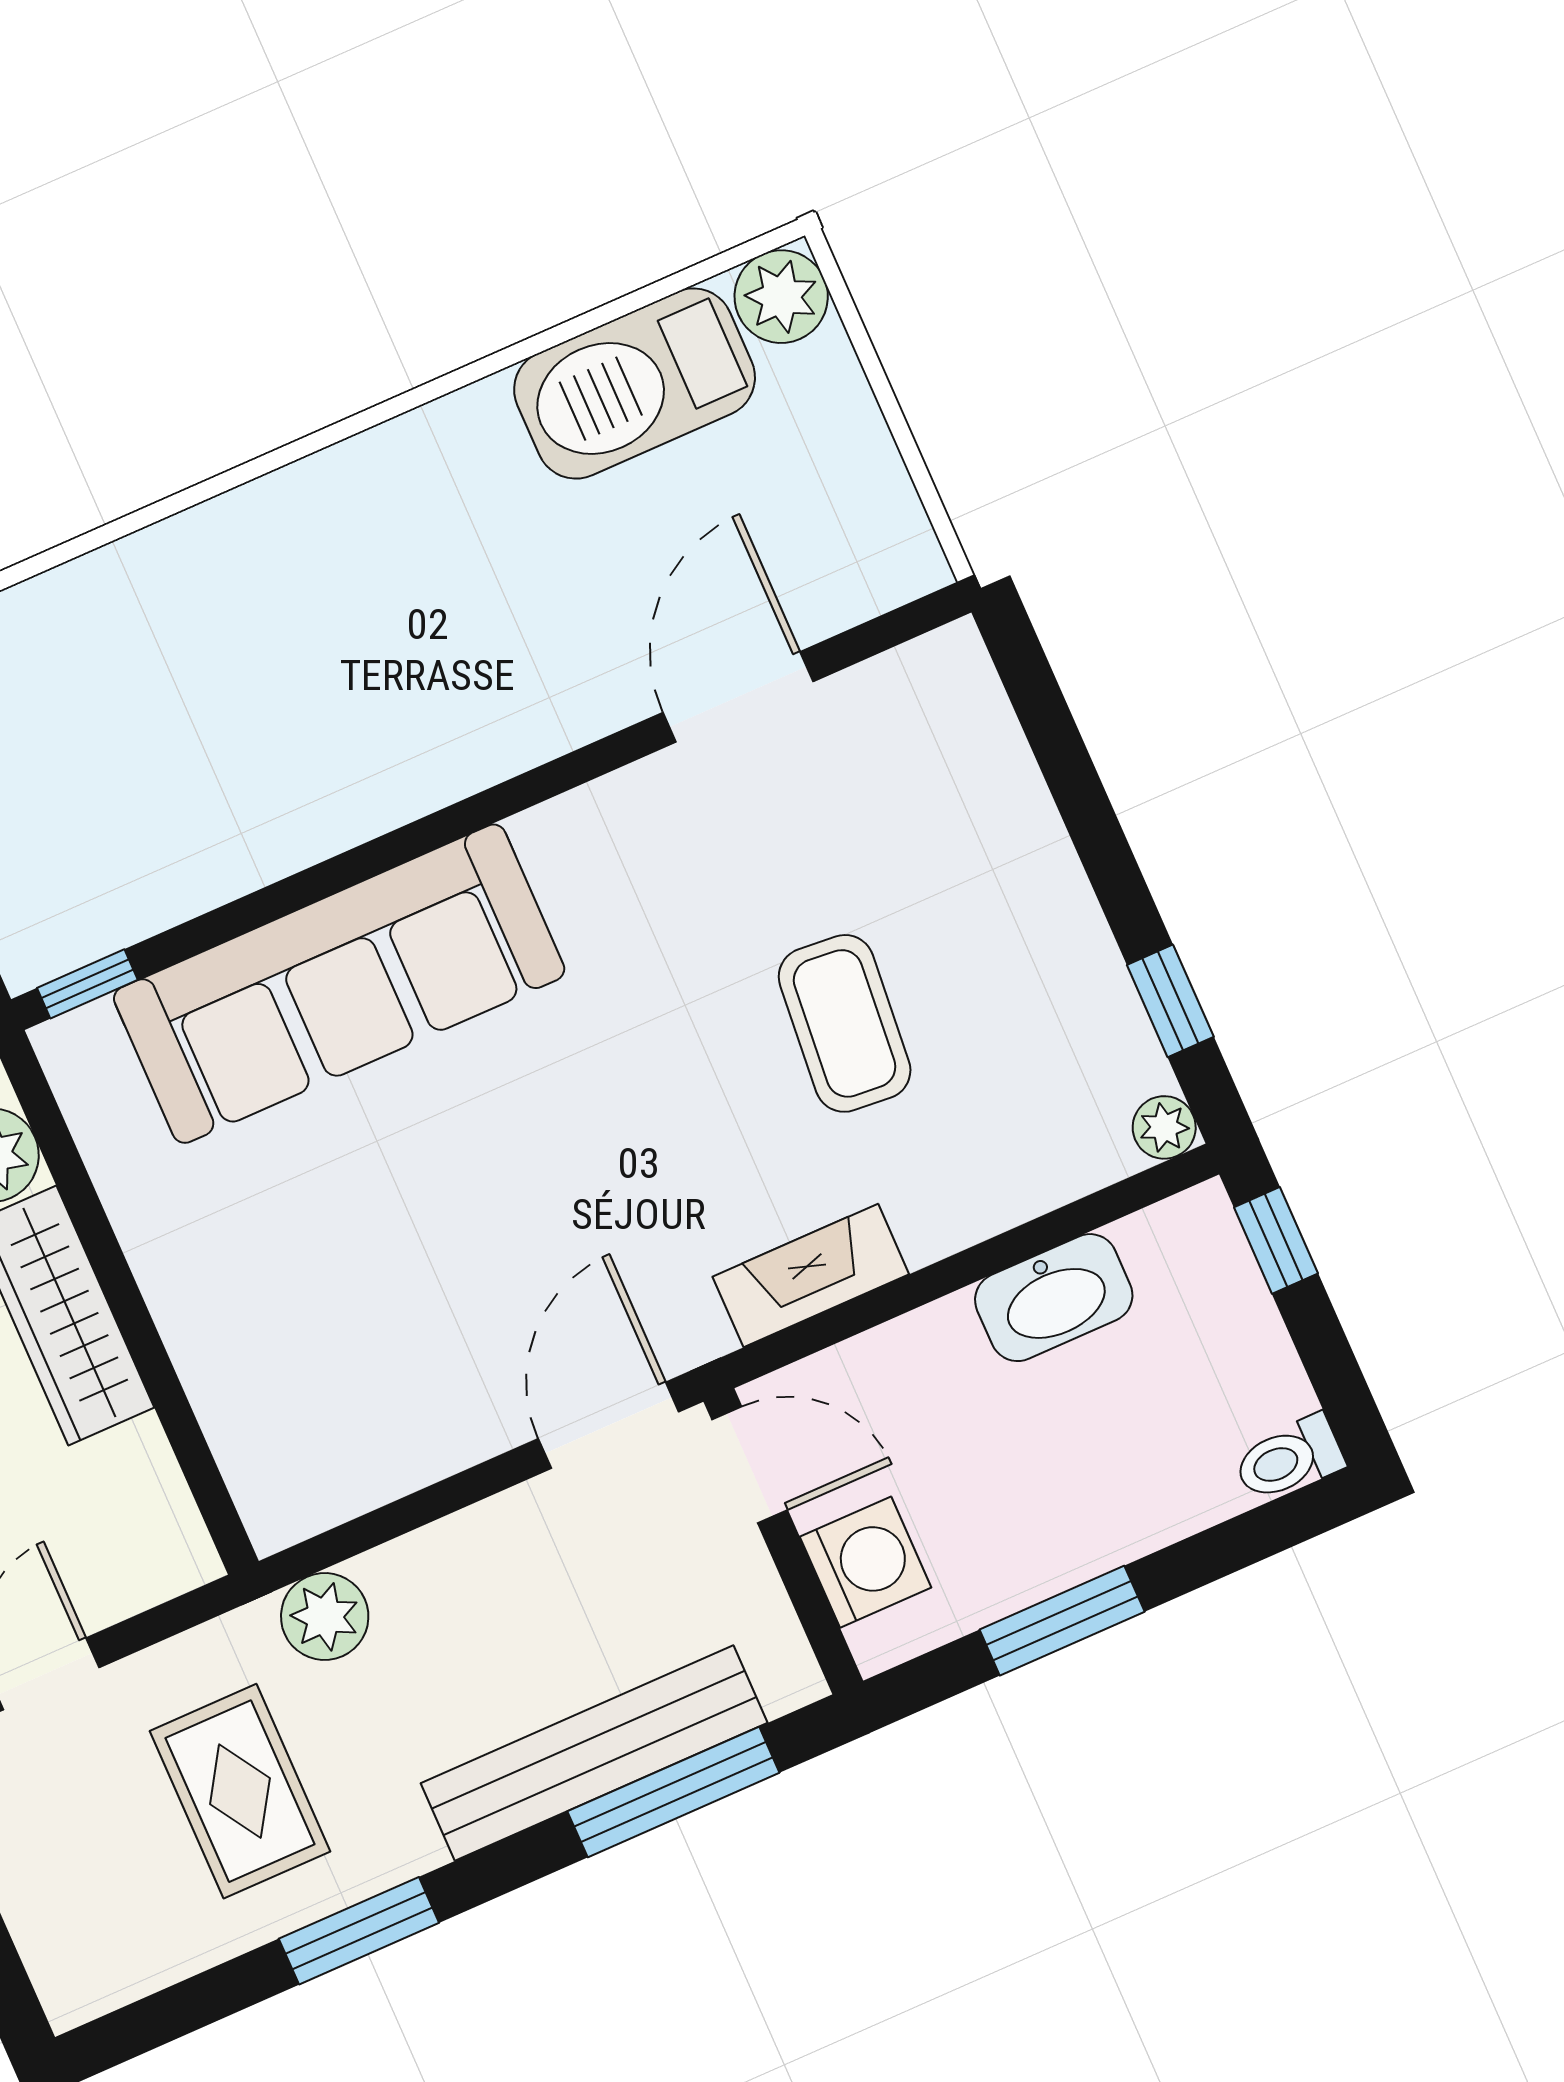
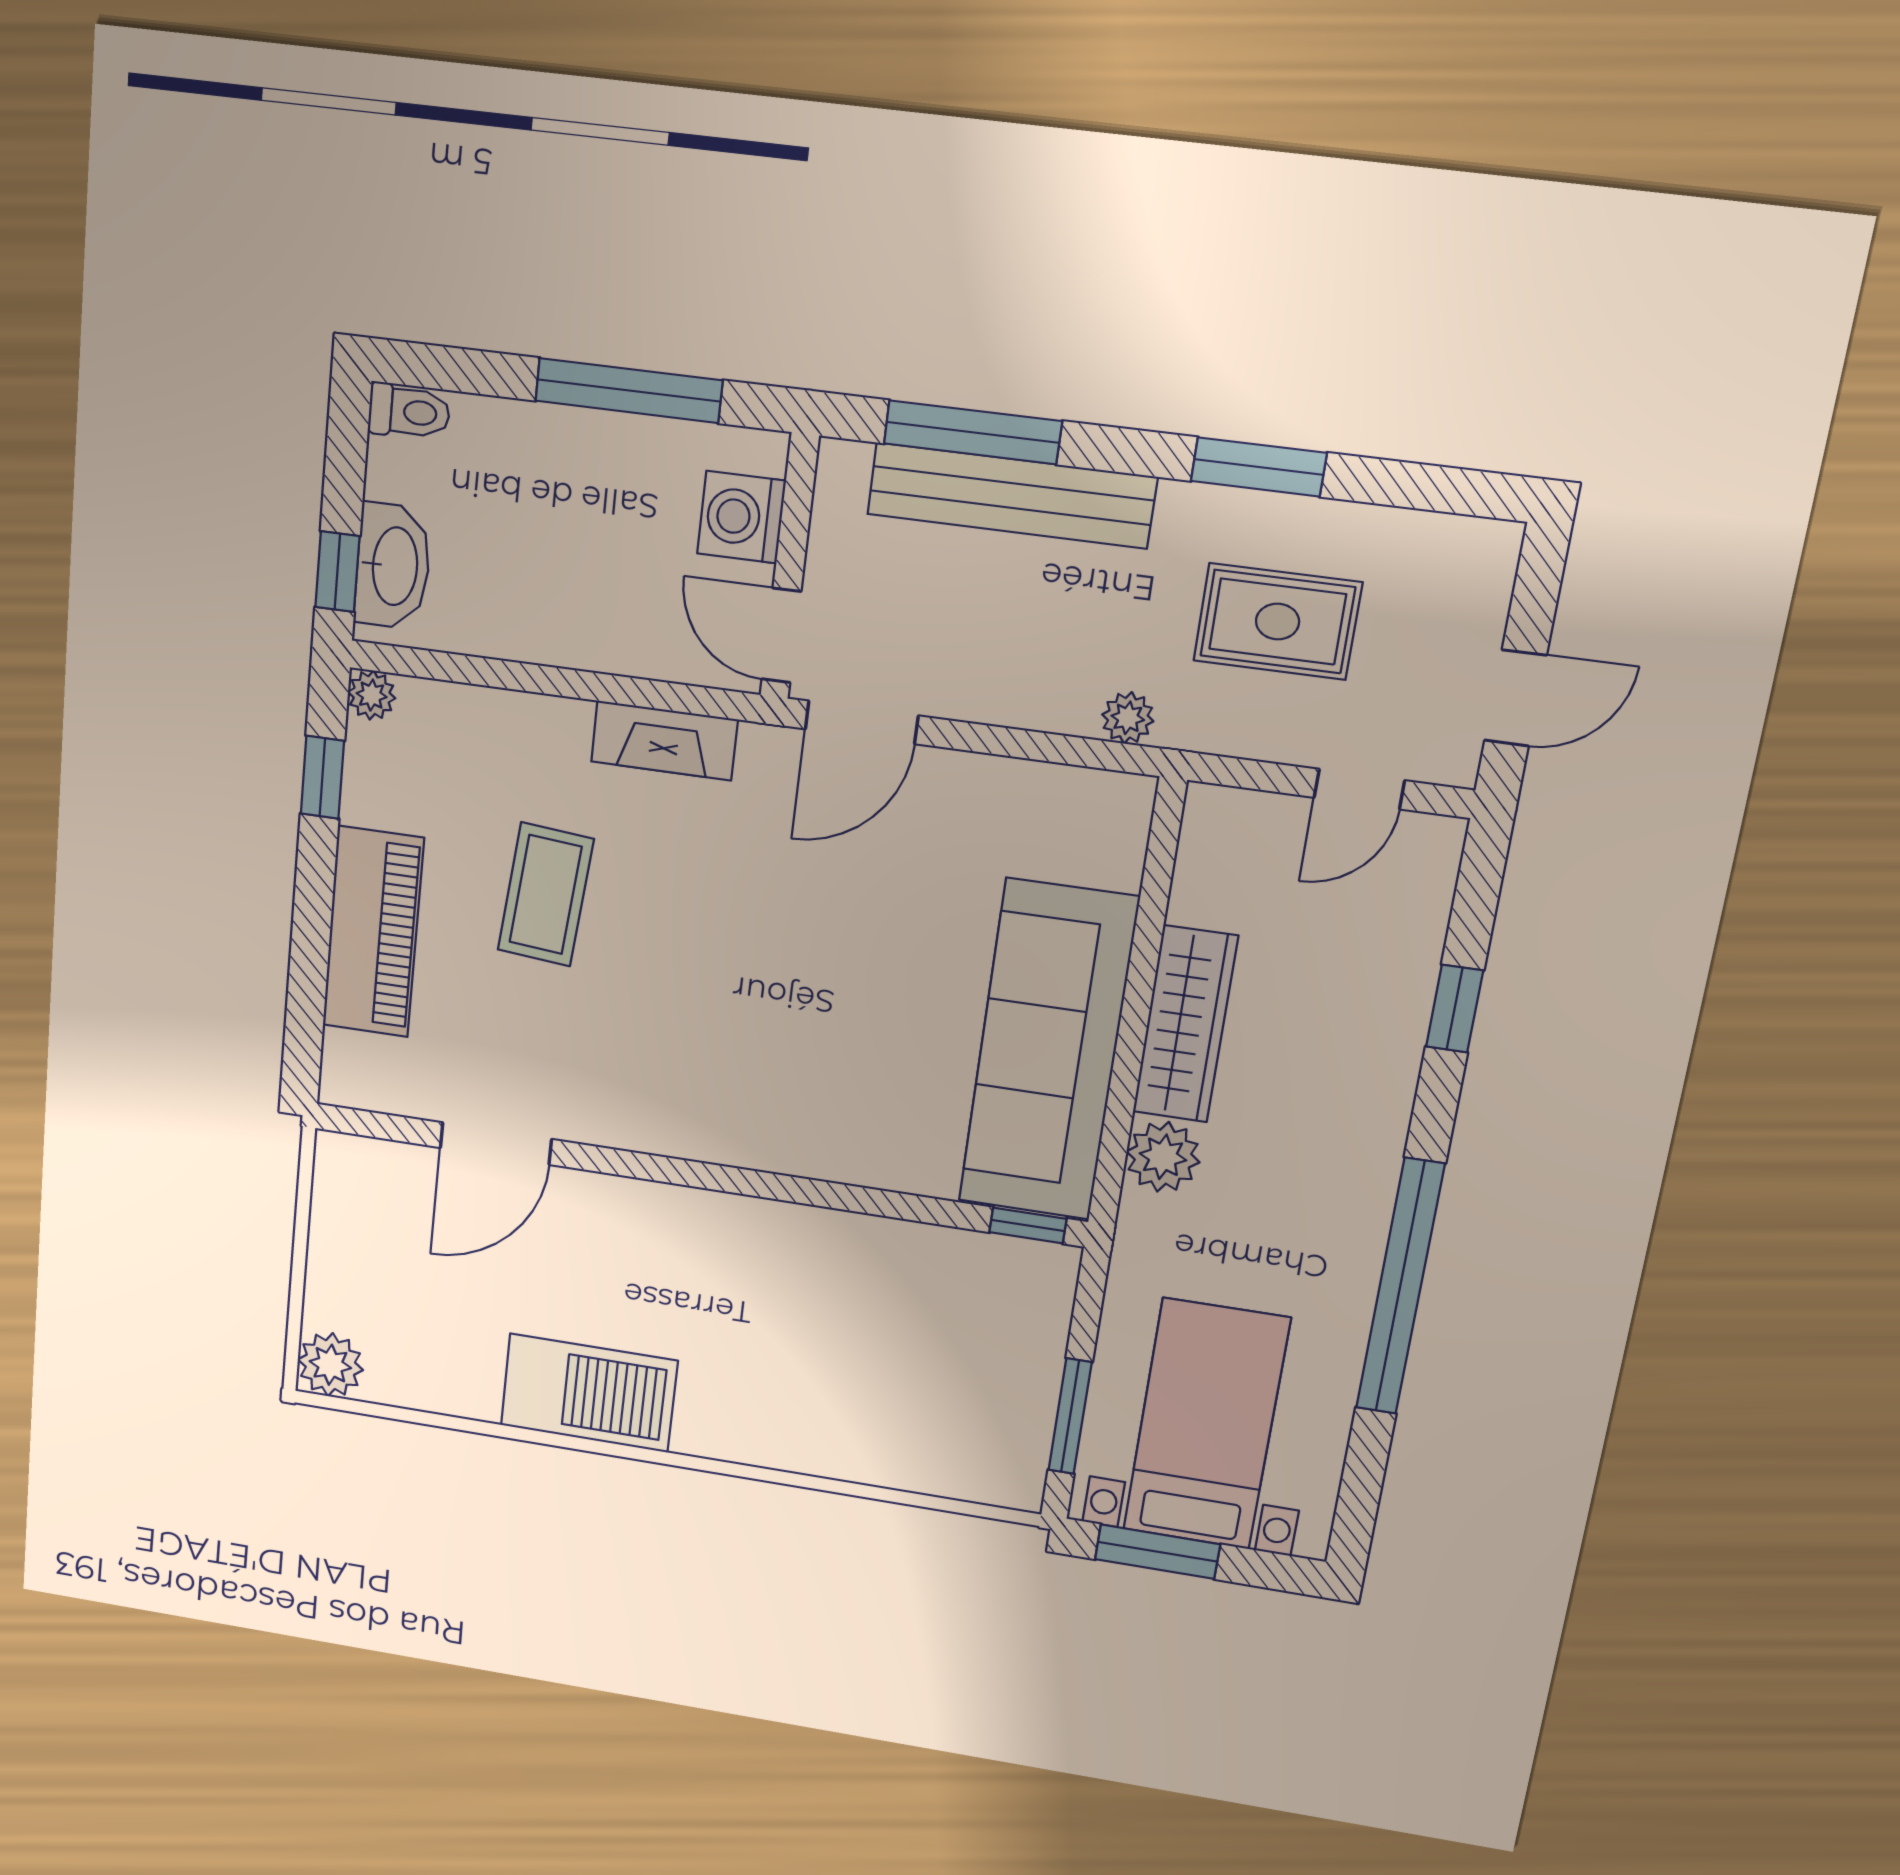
barbecue: (635, 384) -> (589, 1393), moved
piano: (1016, 858) -> (373, 932), added
sofa: (339, 984) -> (1048, 1051), moved, turned -90
washbasin: (1054, 1298) -> (393, 566), moved, turned 90
plant: (325, 1617) -> (1128, 718), width x0.73, depth x0.73
window: (1062, 1621) -> (629, 391), width x1.44
rug: (240, 1791) -> (1278, 622), turned 90

